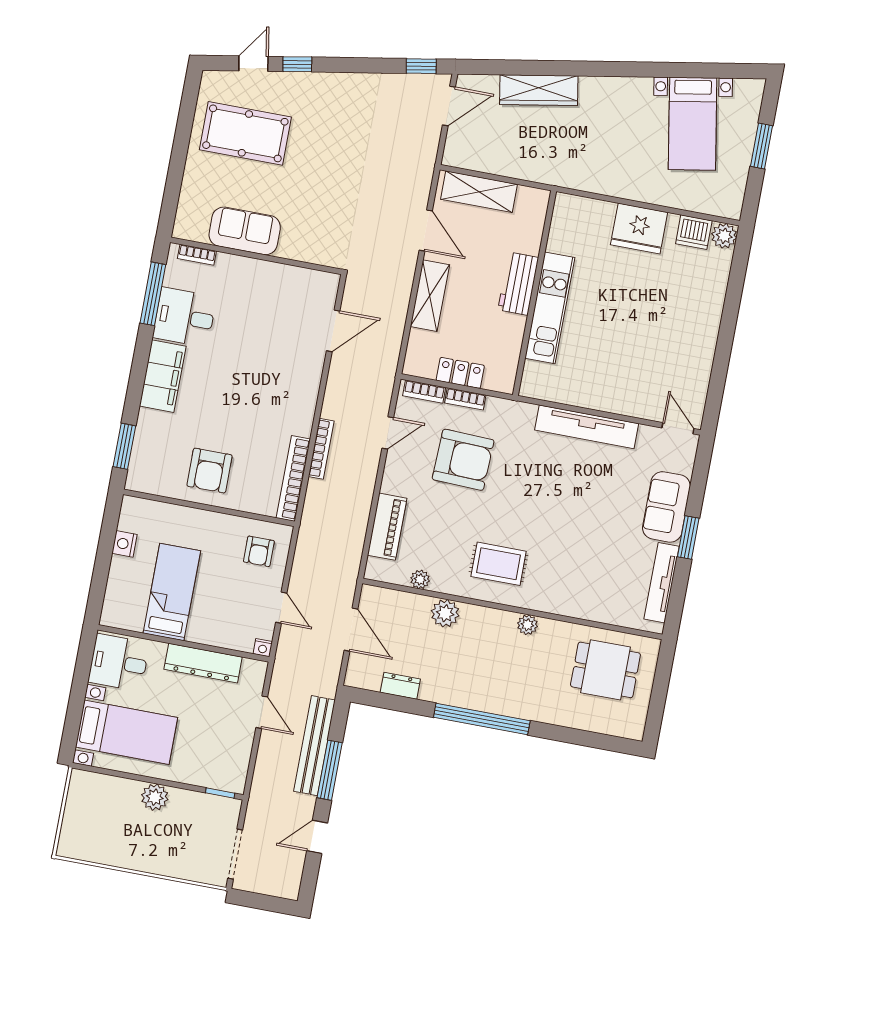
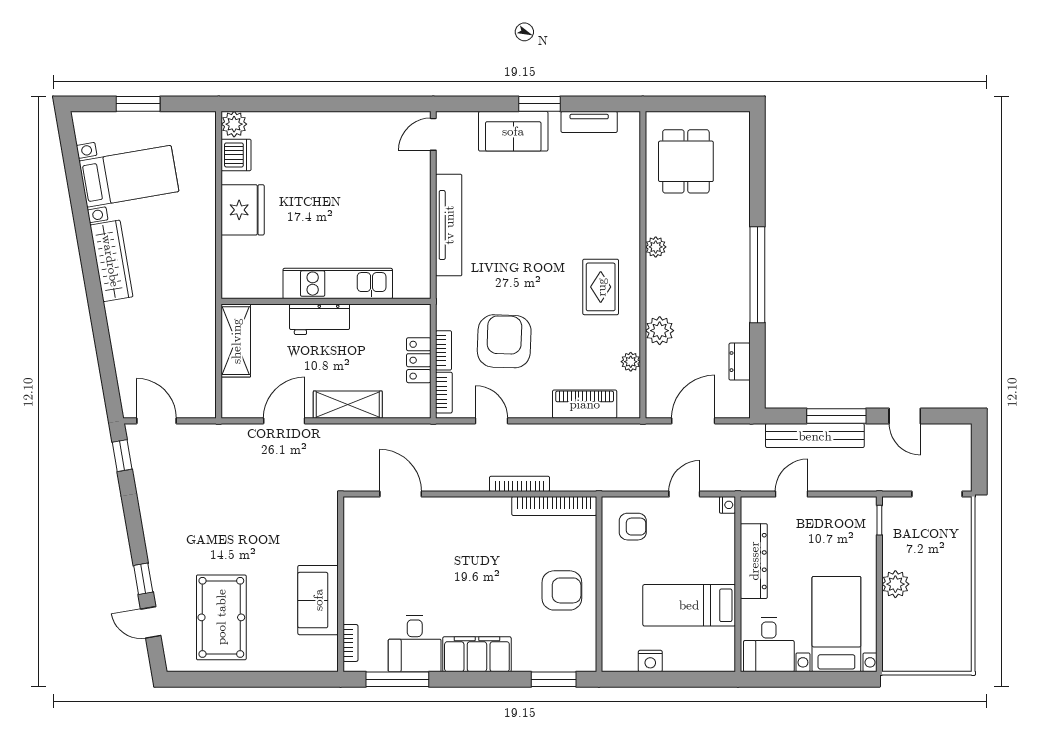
wardrobe: (539, 90) -> (111, 261), moved
shelving: (479, 192) -> (236, 341), moved
tv unit: (662, 583) -> (589, 122), width x0.71

